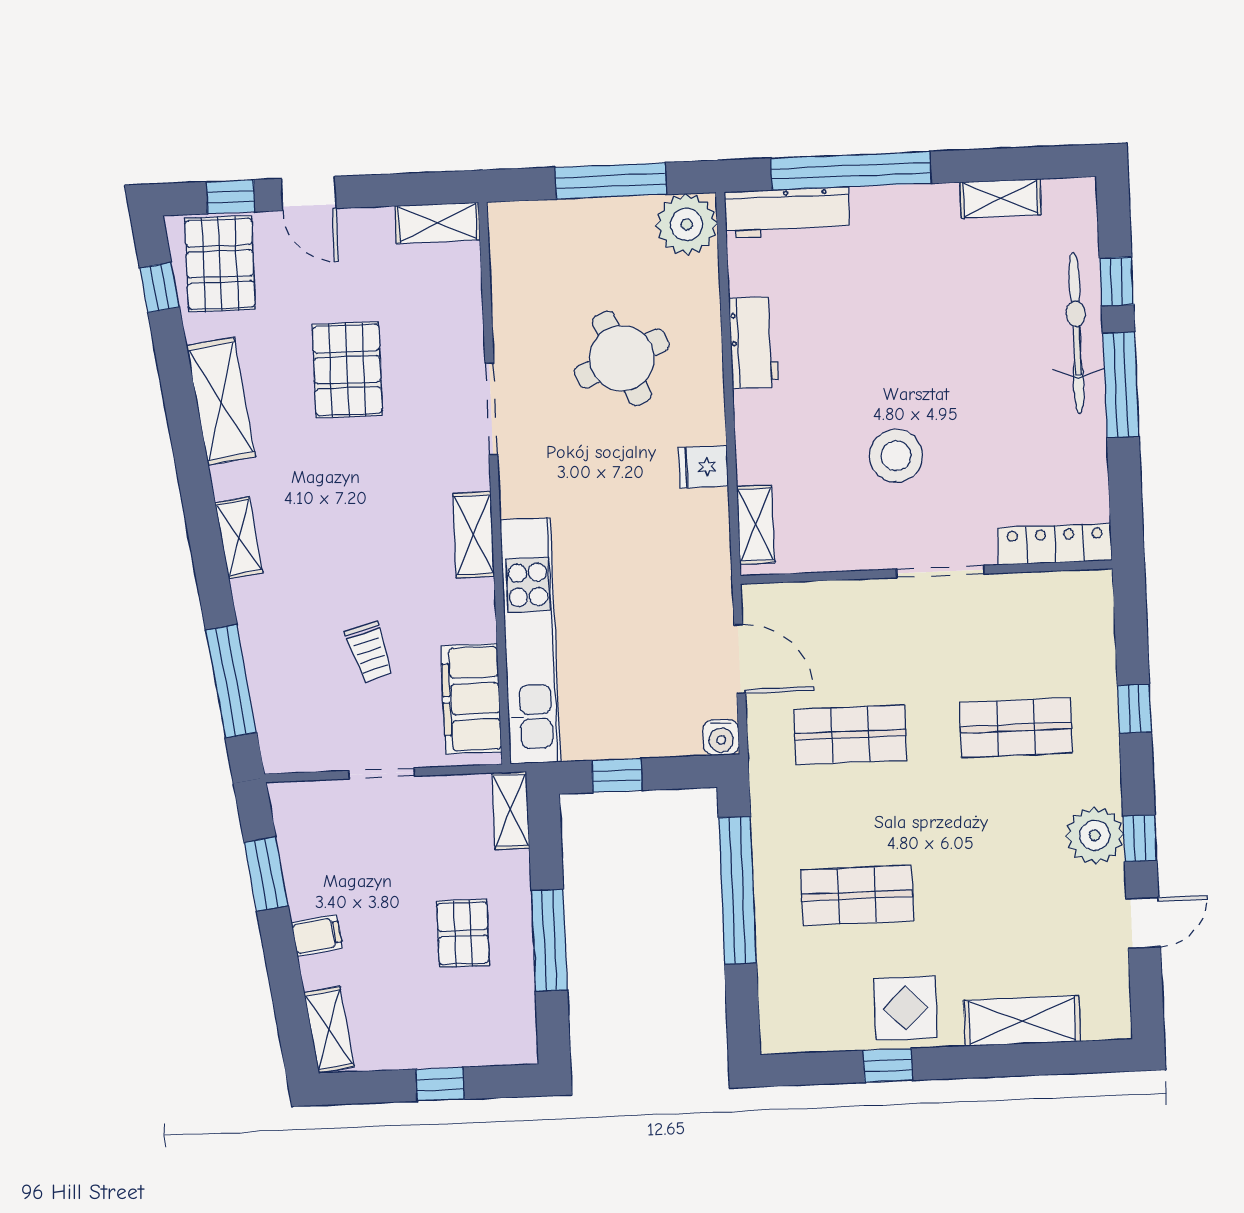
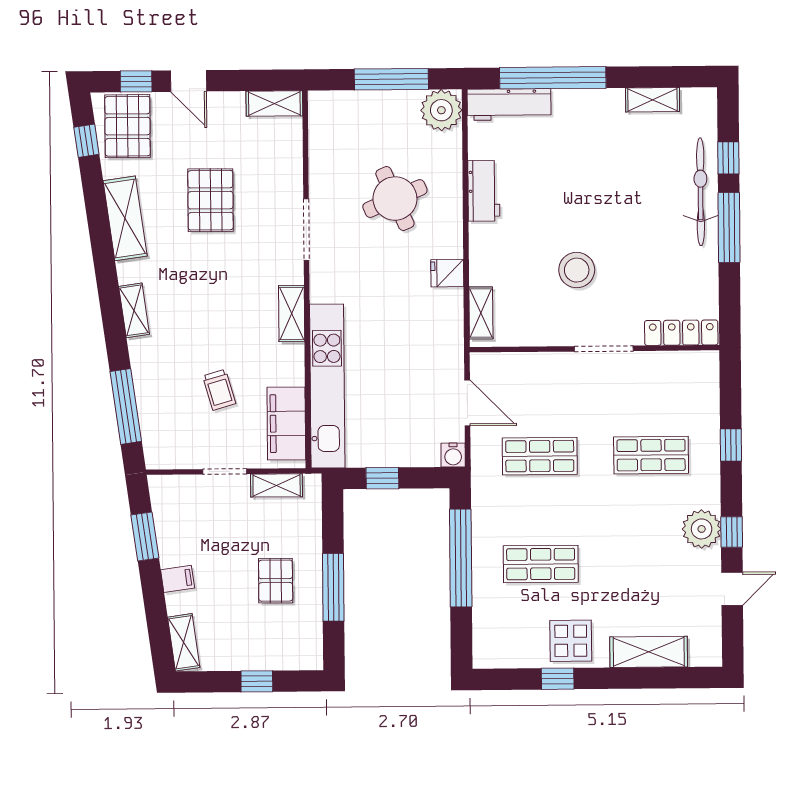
shelving: (511, 810) -> (277, 485), moved, turned 90

